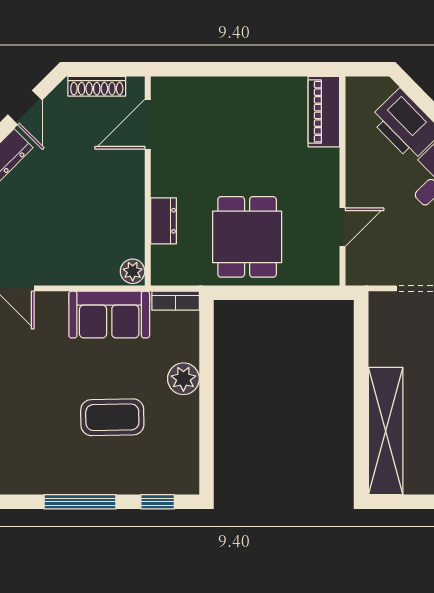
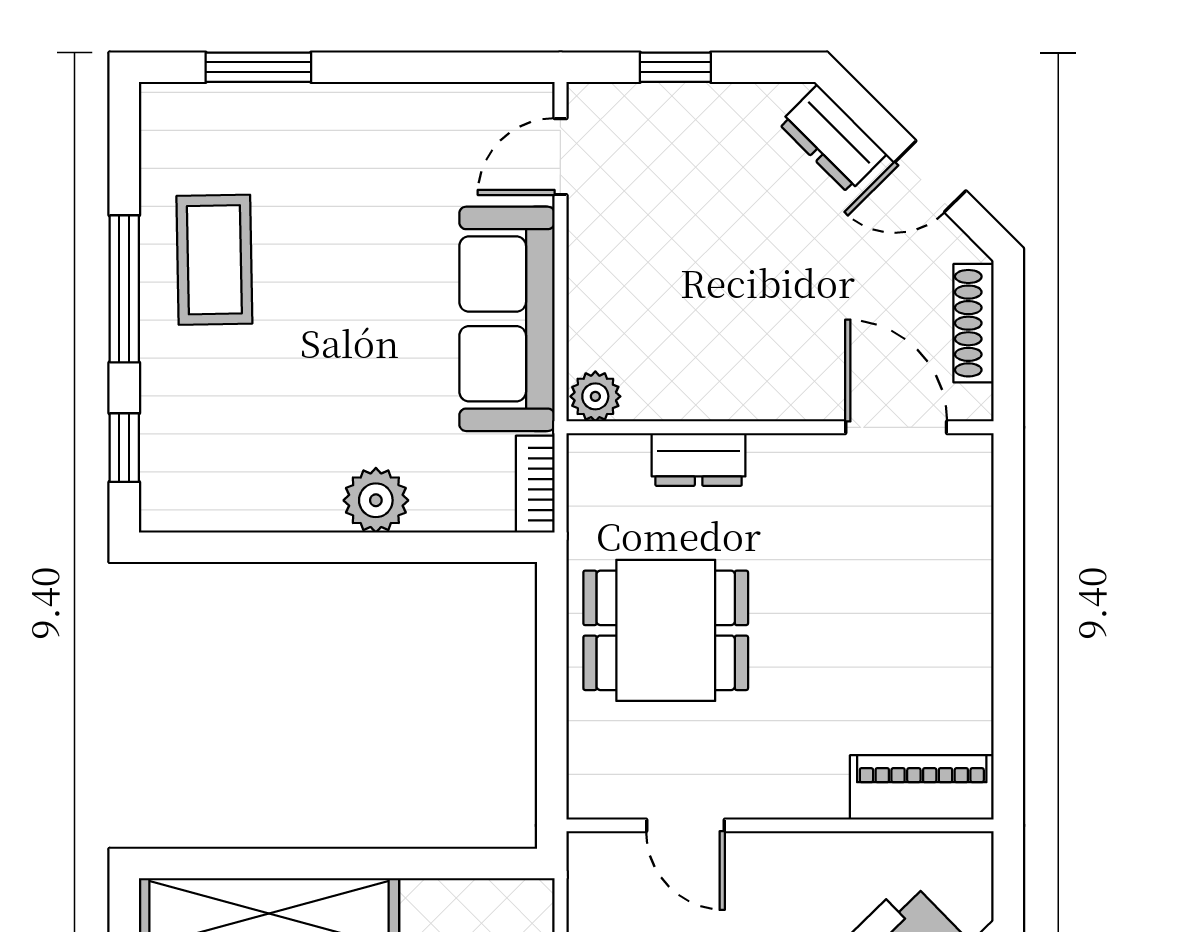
sofa: (109, 315) -> (507, 319), width x1.36
coffee table: (112, 417) -> (214, 260), moved

